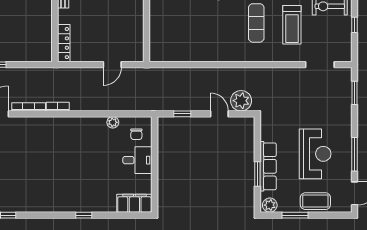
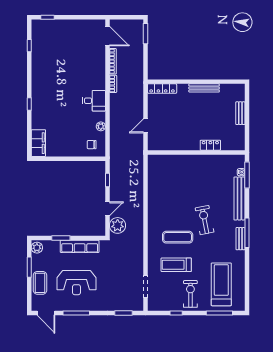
door: (112, 65) -> (145, 126), hinge flipped
desk: (137, 160) -> (94, 101), moved, turned -90
row of seats: (268, 166) -> (80, 246), moved

